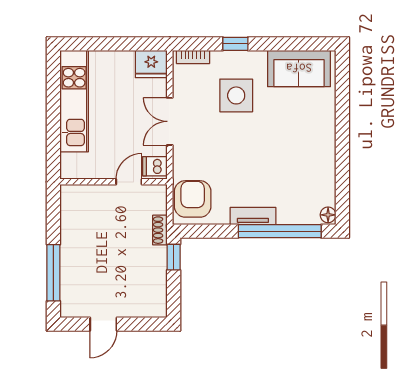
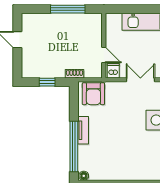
armchair: (193, 199) -> (93, 94), turned 90
window: (174, 257) -> (47, 82), moved
window: (53, 273) -> (68, 9), moved

